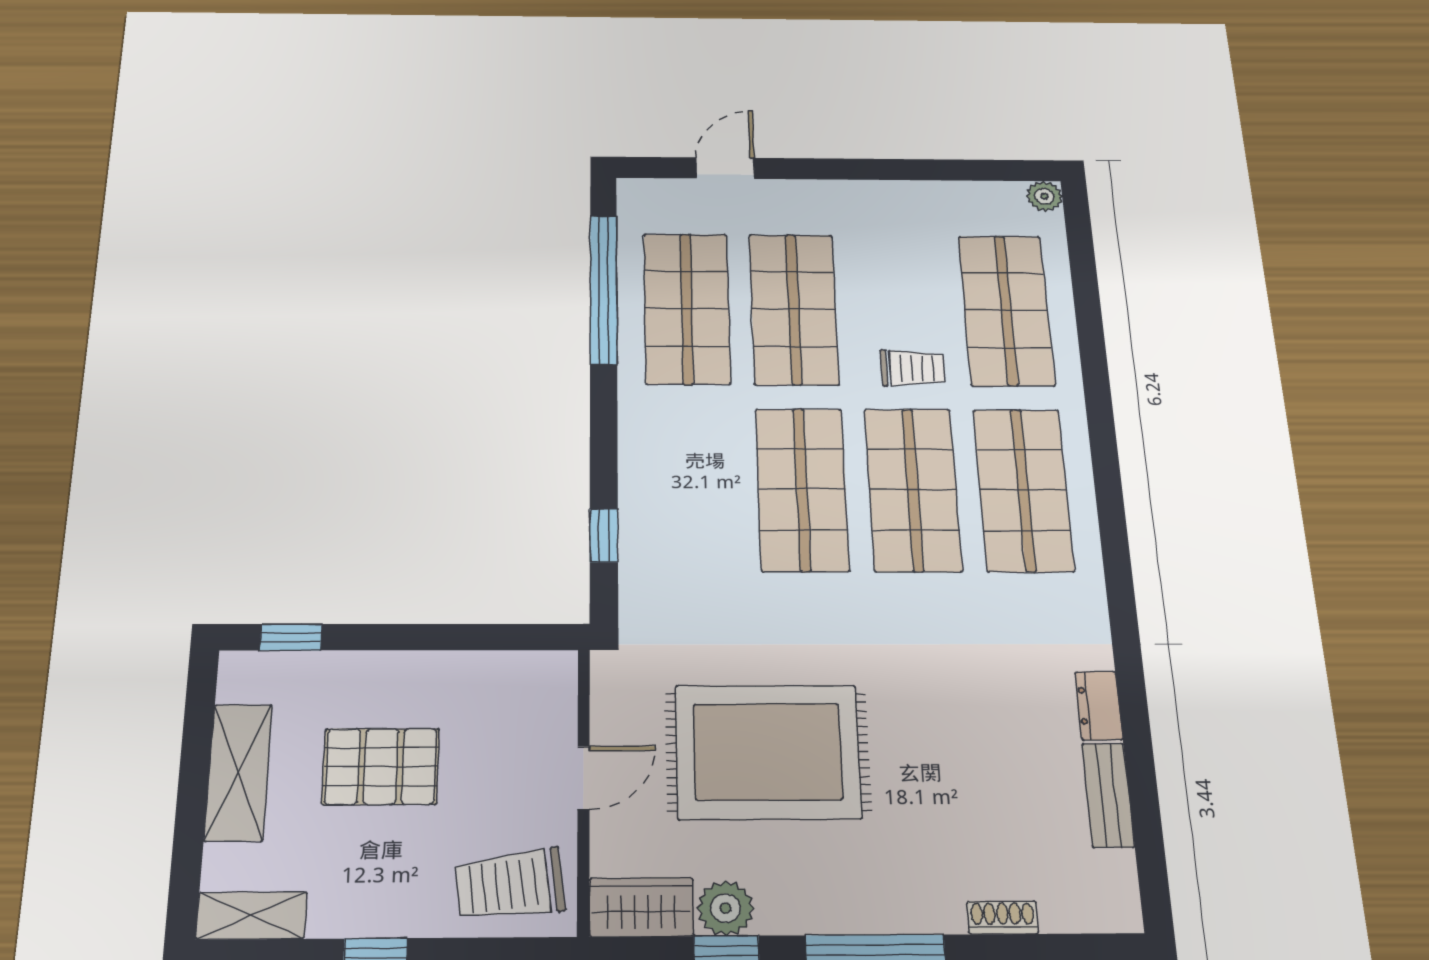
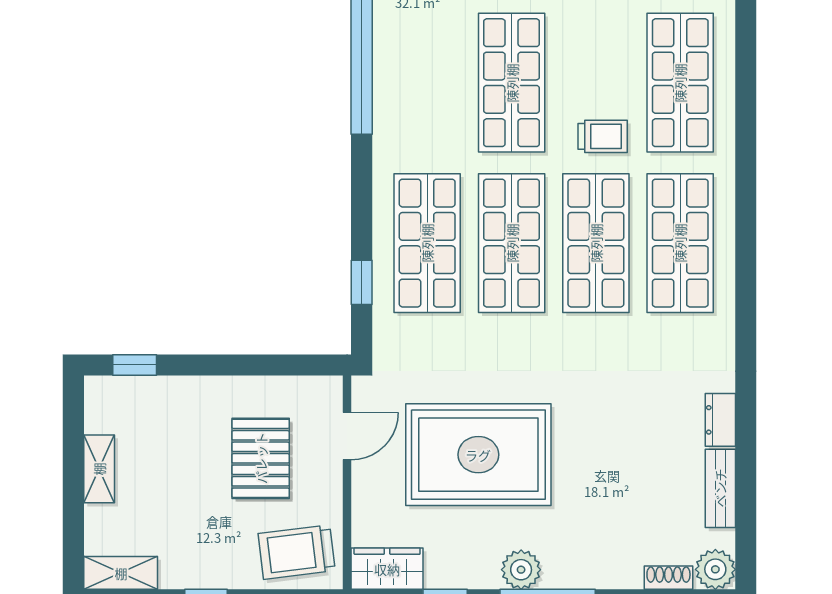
shop shelf: (687, 308) -> (427, 243), moved
pallet: (381, 766) -> (261, 458), moved, turned 90
shelving: (238, 772) -> (99, 469), width x0.67, depth x0.75
door: (584, 778) -> (347, 436), moved
plant: (1113, 905) -> (715, 569), added
plant: (726, 908) -> (521, 570), moved
shoe rack: (1003, 918) -> (668, 578), moved

